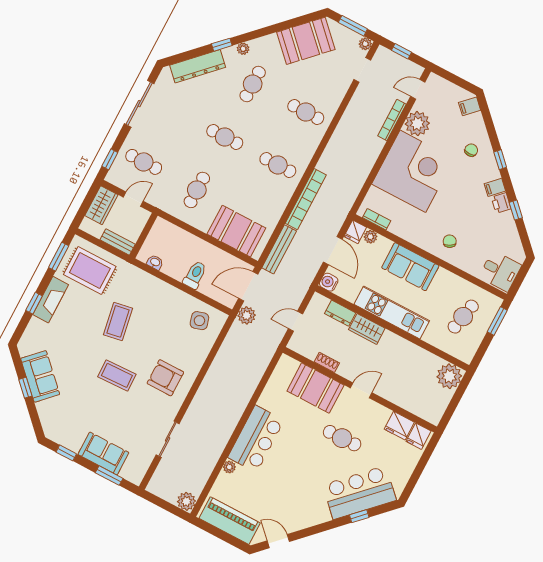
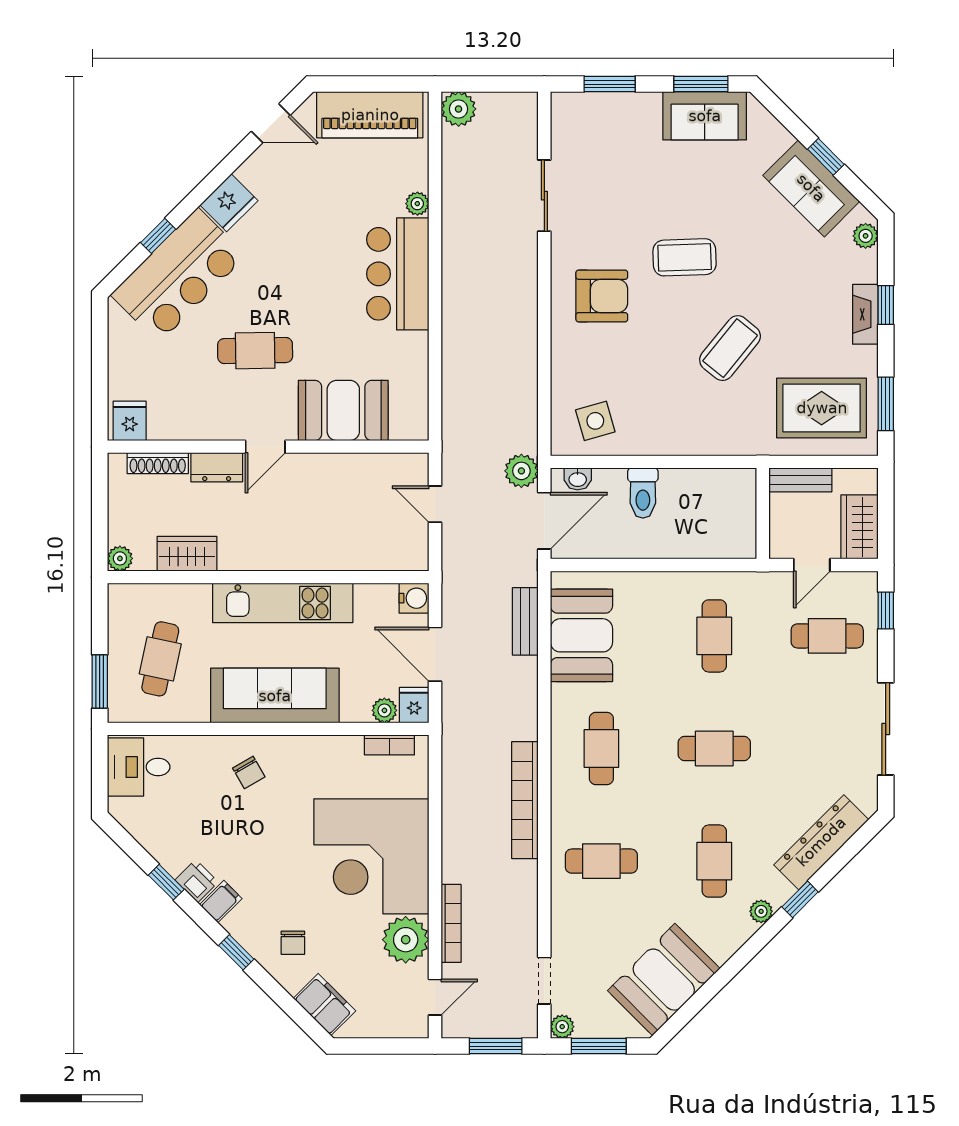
window: (401, 51) -> (496, 1046), width x1.50
filing cabinet: (470, 106) -> (324, 1005), width x2.00
cafe table: (278, 165) -> (601, 748), turned 90
bookcase: (306, 199) -> (525, 800), moved
booth: (236, 231) -> (581, 635), moved, turned 90
bench: (279, 249) -> (525, 621), width x0.73
washbasin: (155, 262) -> (578, 479), moved
sofa: (410, 267) -> (275, 696), width x1.36
fireplace: (51, 300) -> (865, 314), width x0.73, depth x0.76
dresser: (340, 313) -> (217, 467), moved, turned 180
coffee table: (118, 321) -> (730, 348), turned 49
door: (295, 321) -> (435, 504), swing flipped
wardrobe: (367, 329) -> (187, 554), moved
plant: (26, 341) -> (866, 236), added
shoe rack: (327, 362) -> (158, 463), moved, width x1.43
plant: (449, 376) -> (120, 558), width x0.53, depth x0.53
fridge: (399, 426) -> (229, 203), moved, turned 135
window: (66, 453) -> (701, 84), width x1.50
sofa: (103, 453) -> (705, 116), moved

